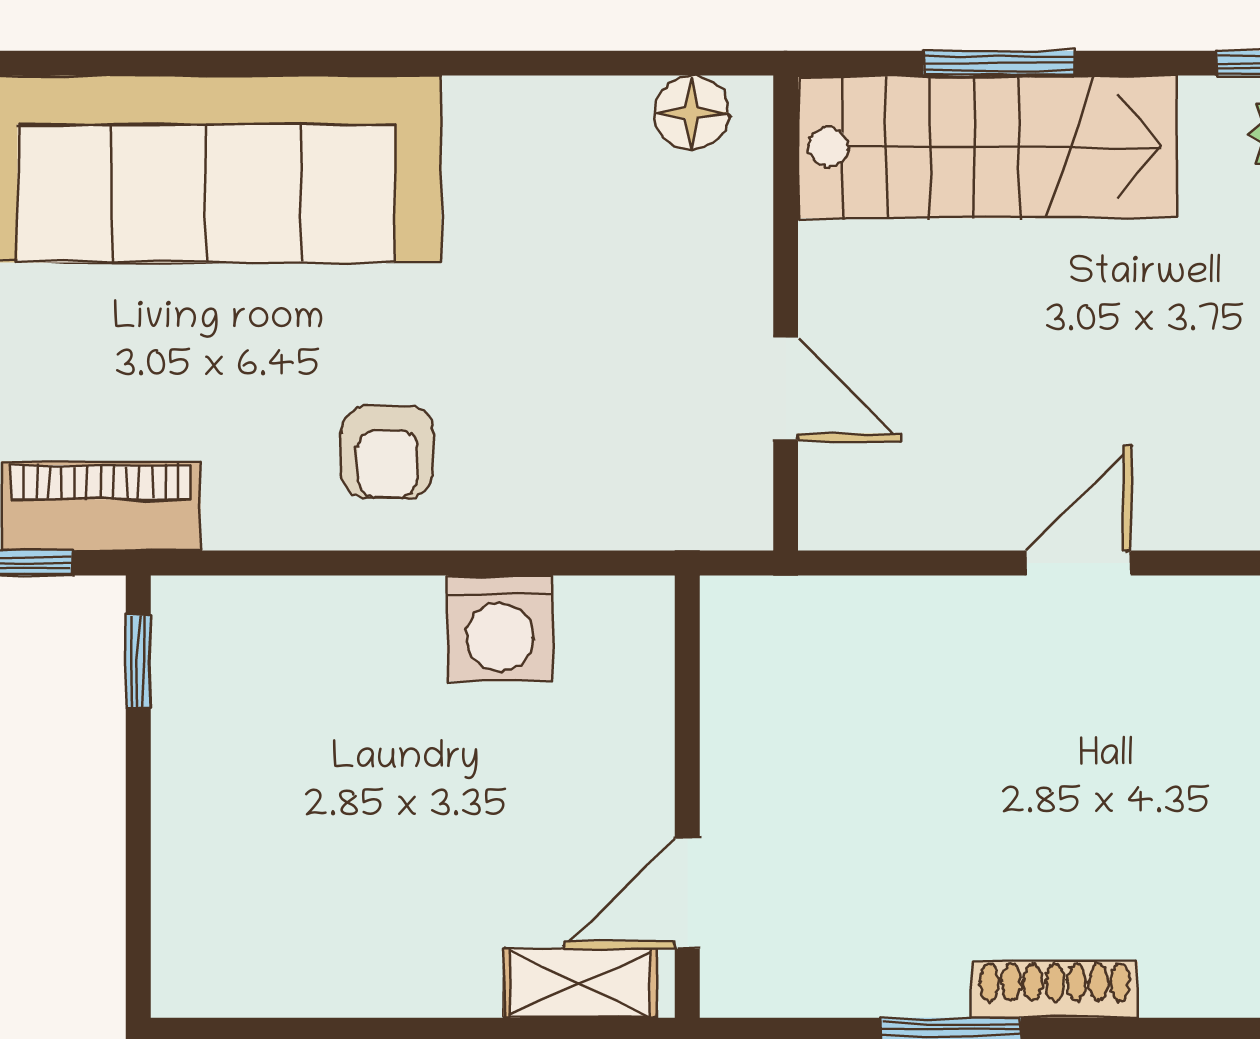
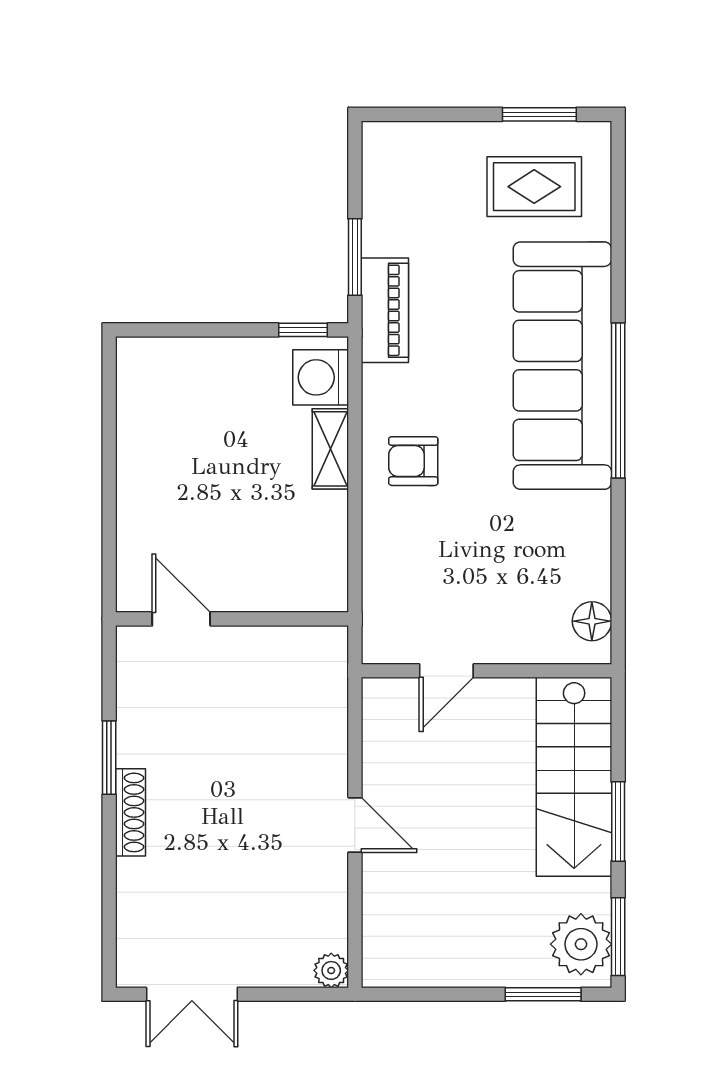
window: (272, 63) -> (618, 400), added
window: (998, 63) -> (618, 822), moved
washing machine: (500, 628) -> (321, 377), moved
shelving: (580, 983) -> (330, 449), moved

